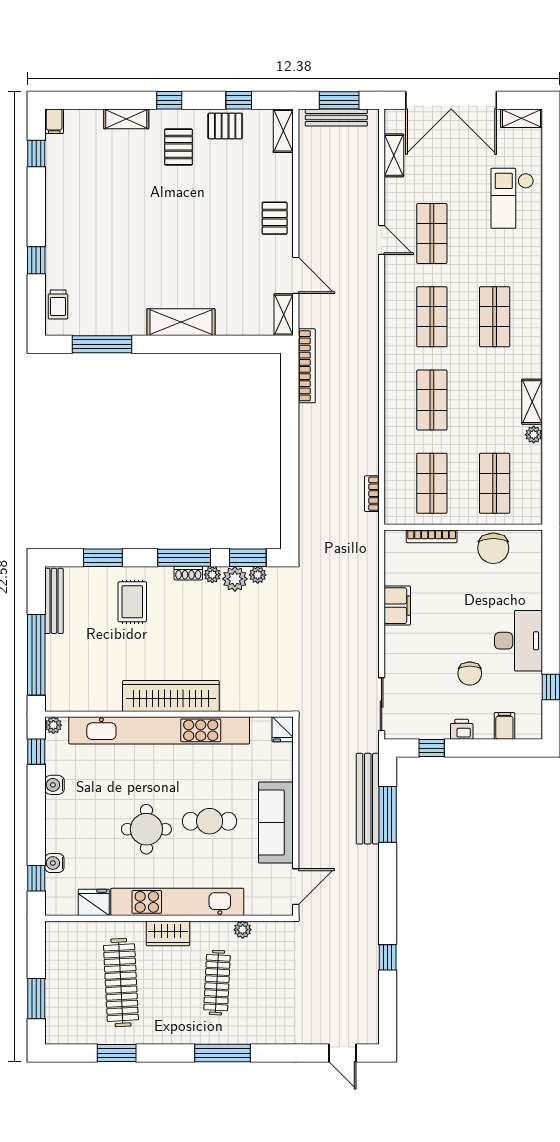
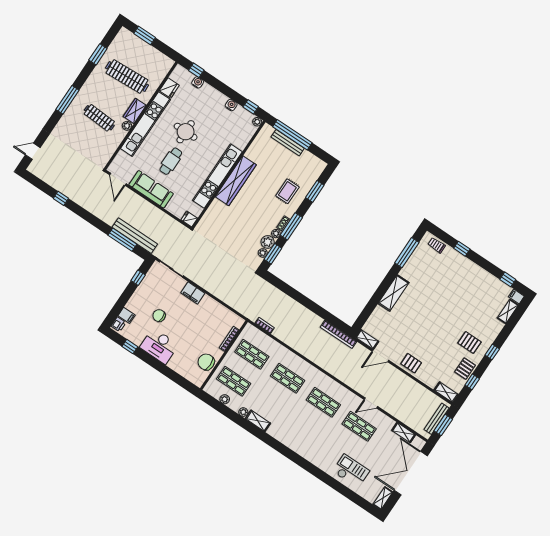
shelving: (126, 119) -> (508, 312), moved
shop shelf: (495, 317) -> (305, 429), removed
plant: (533, 478) -> (225, 399), added
bench: (54, 601) -> (288, 143), moved
rug: (132, 602) -> (287, 191), turned 90
filing cabinet: (397, 606) -> (193, 293), moved
printer: (462, 729) -> (118, 324), moved
kitchen unit: (159, 730) -> (217, 176), width x0.73
plant: (243, 930) -> (127, 126), moved

